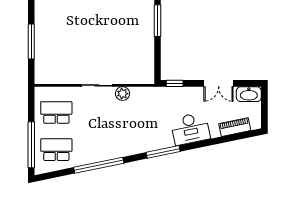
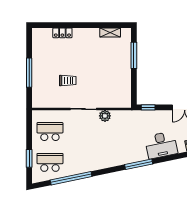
trolley: (78, 51) -> (68, 81), added
window: (31, 145) -> (29, 158), width x0.47
window: (99, 165) -> (71, 178), moved

